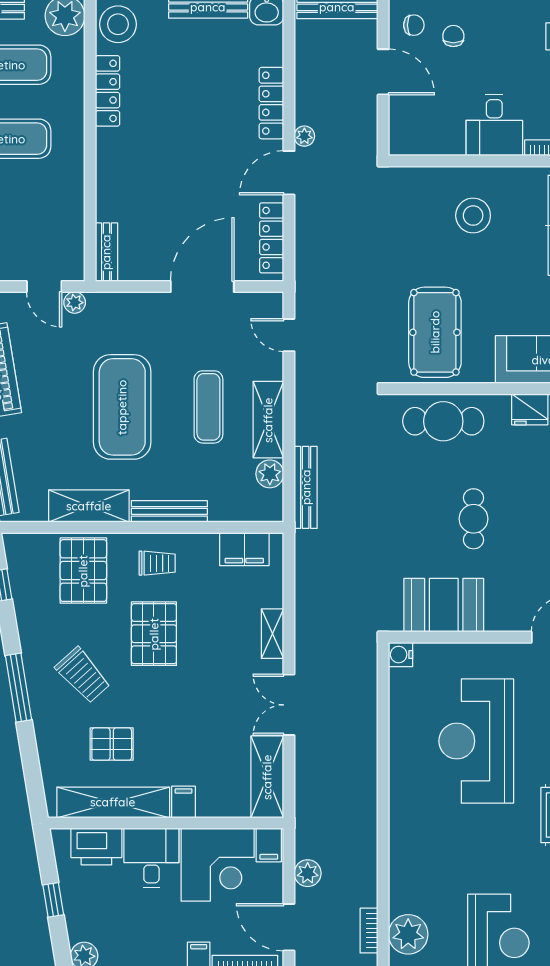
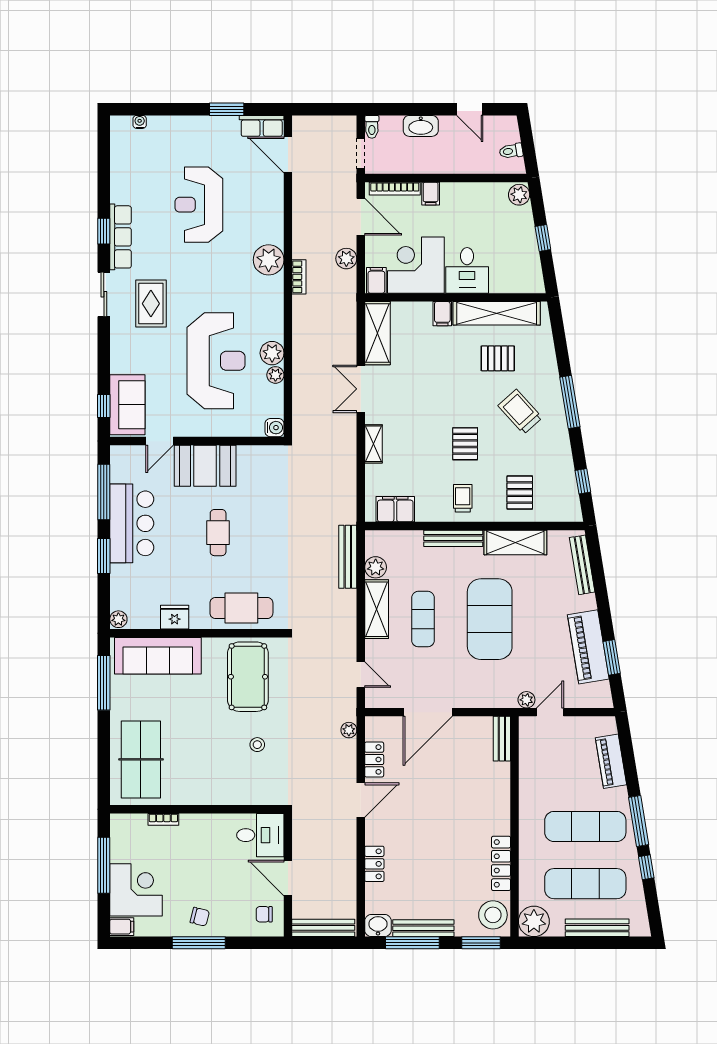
chair: (453, 36) -> (200, 917), moved, turned -76
locker: (271, 103) -> (374, 864), width x0.66
desk: (494, 125) -> (260, 835), moved, turned 90
plant: (304, 136) -> (349, 730), moved
stool: (473, 216) -> (257, 745), moved, width x0.53, depth x0.53
locker: (272, 238) -> (374, 759), width x0.66
door: (44, 286) -> (550, 712), hinge flipped
trolley: (157, 563) -> (463, 498), turned 90
pallet: (83, 571) -> (520, 493), width x0.67, depth x0.71
booth: (444, 605) -> (205, 466), moved
pallet: (154, 634) -> (465, 444), width x0.67, depth x0.71
double door: (289, 705) -> (361, 389), swing flipped
plant: (399, 723) -> (275, 375), added
plant: (404, 751) -> (272, 353), added
printer: (96, 847) -> (510, 279), removed
bookcase: (369, 931) -> (299, 277), moved
plant: (408, 934) -> (269, 260), moved

